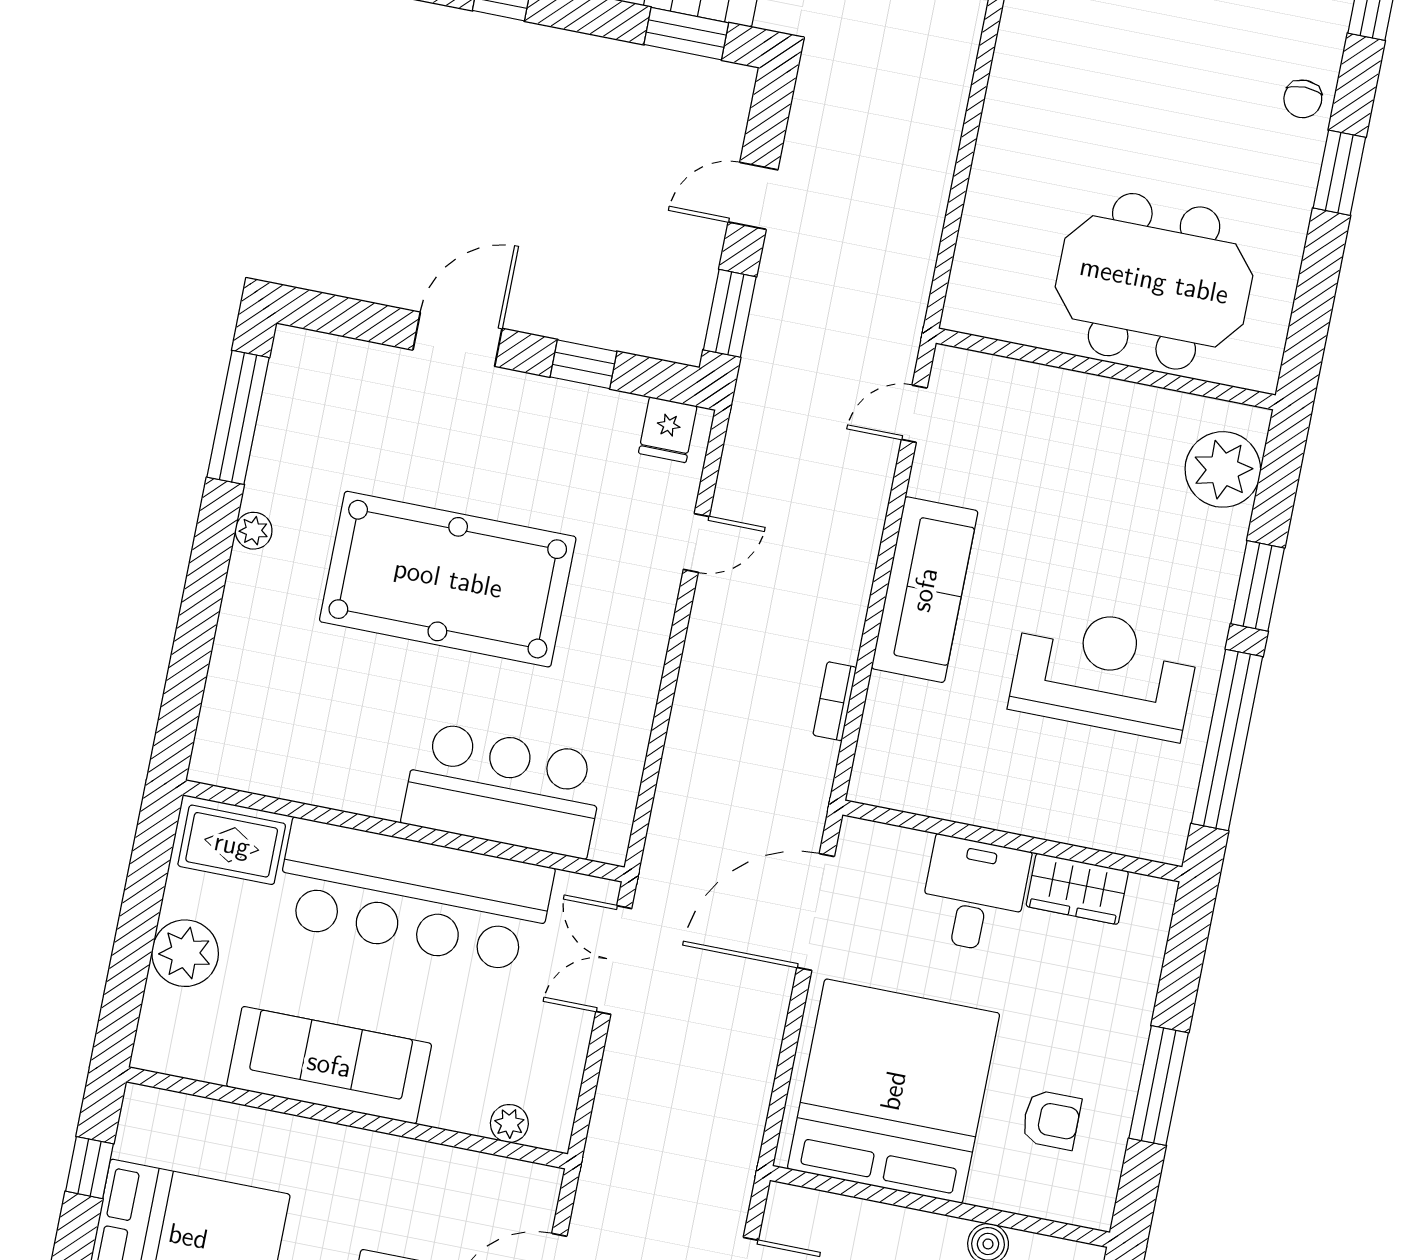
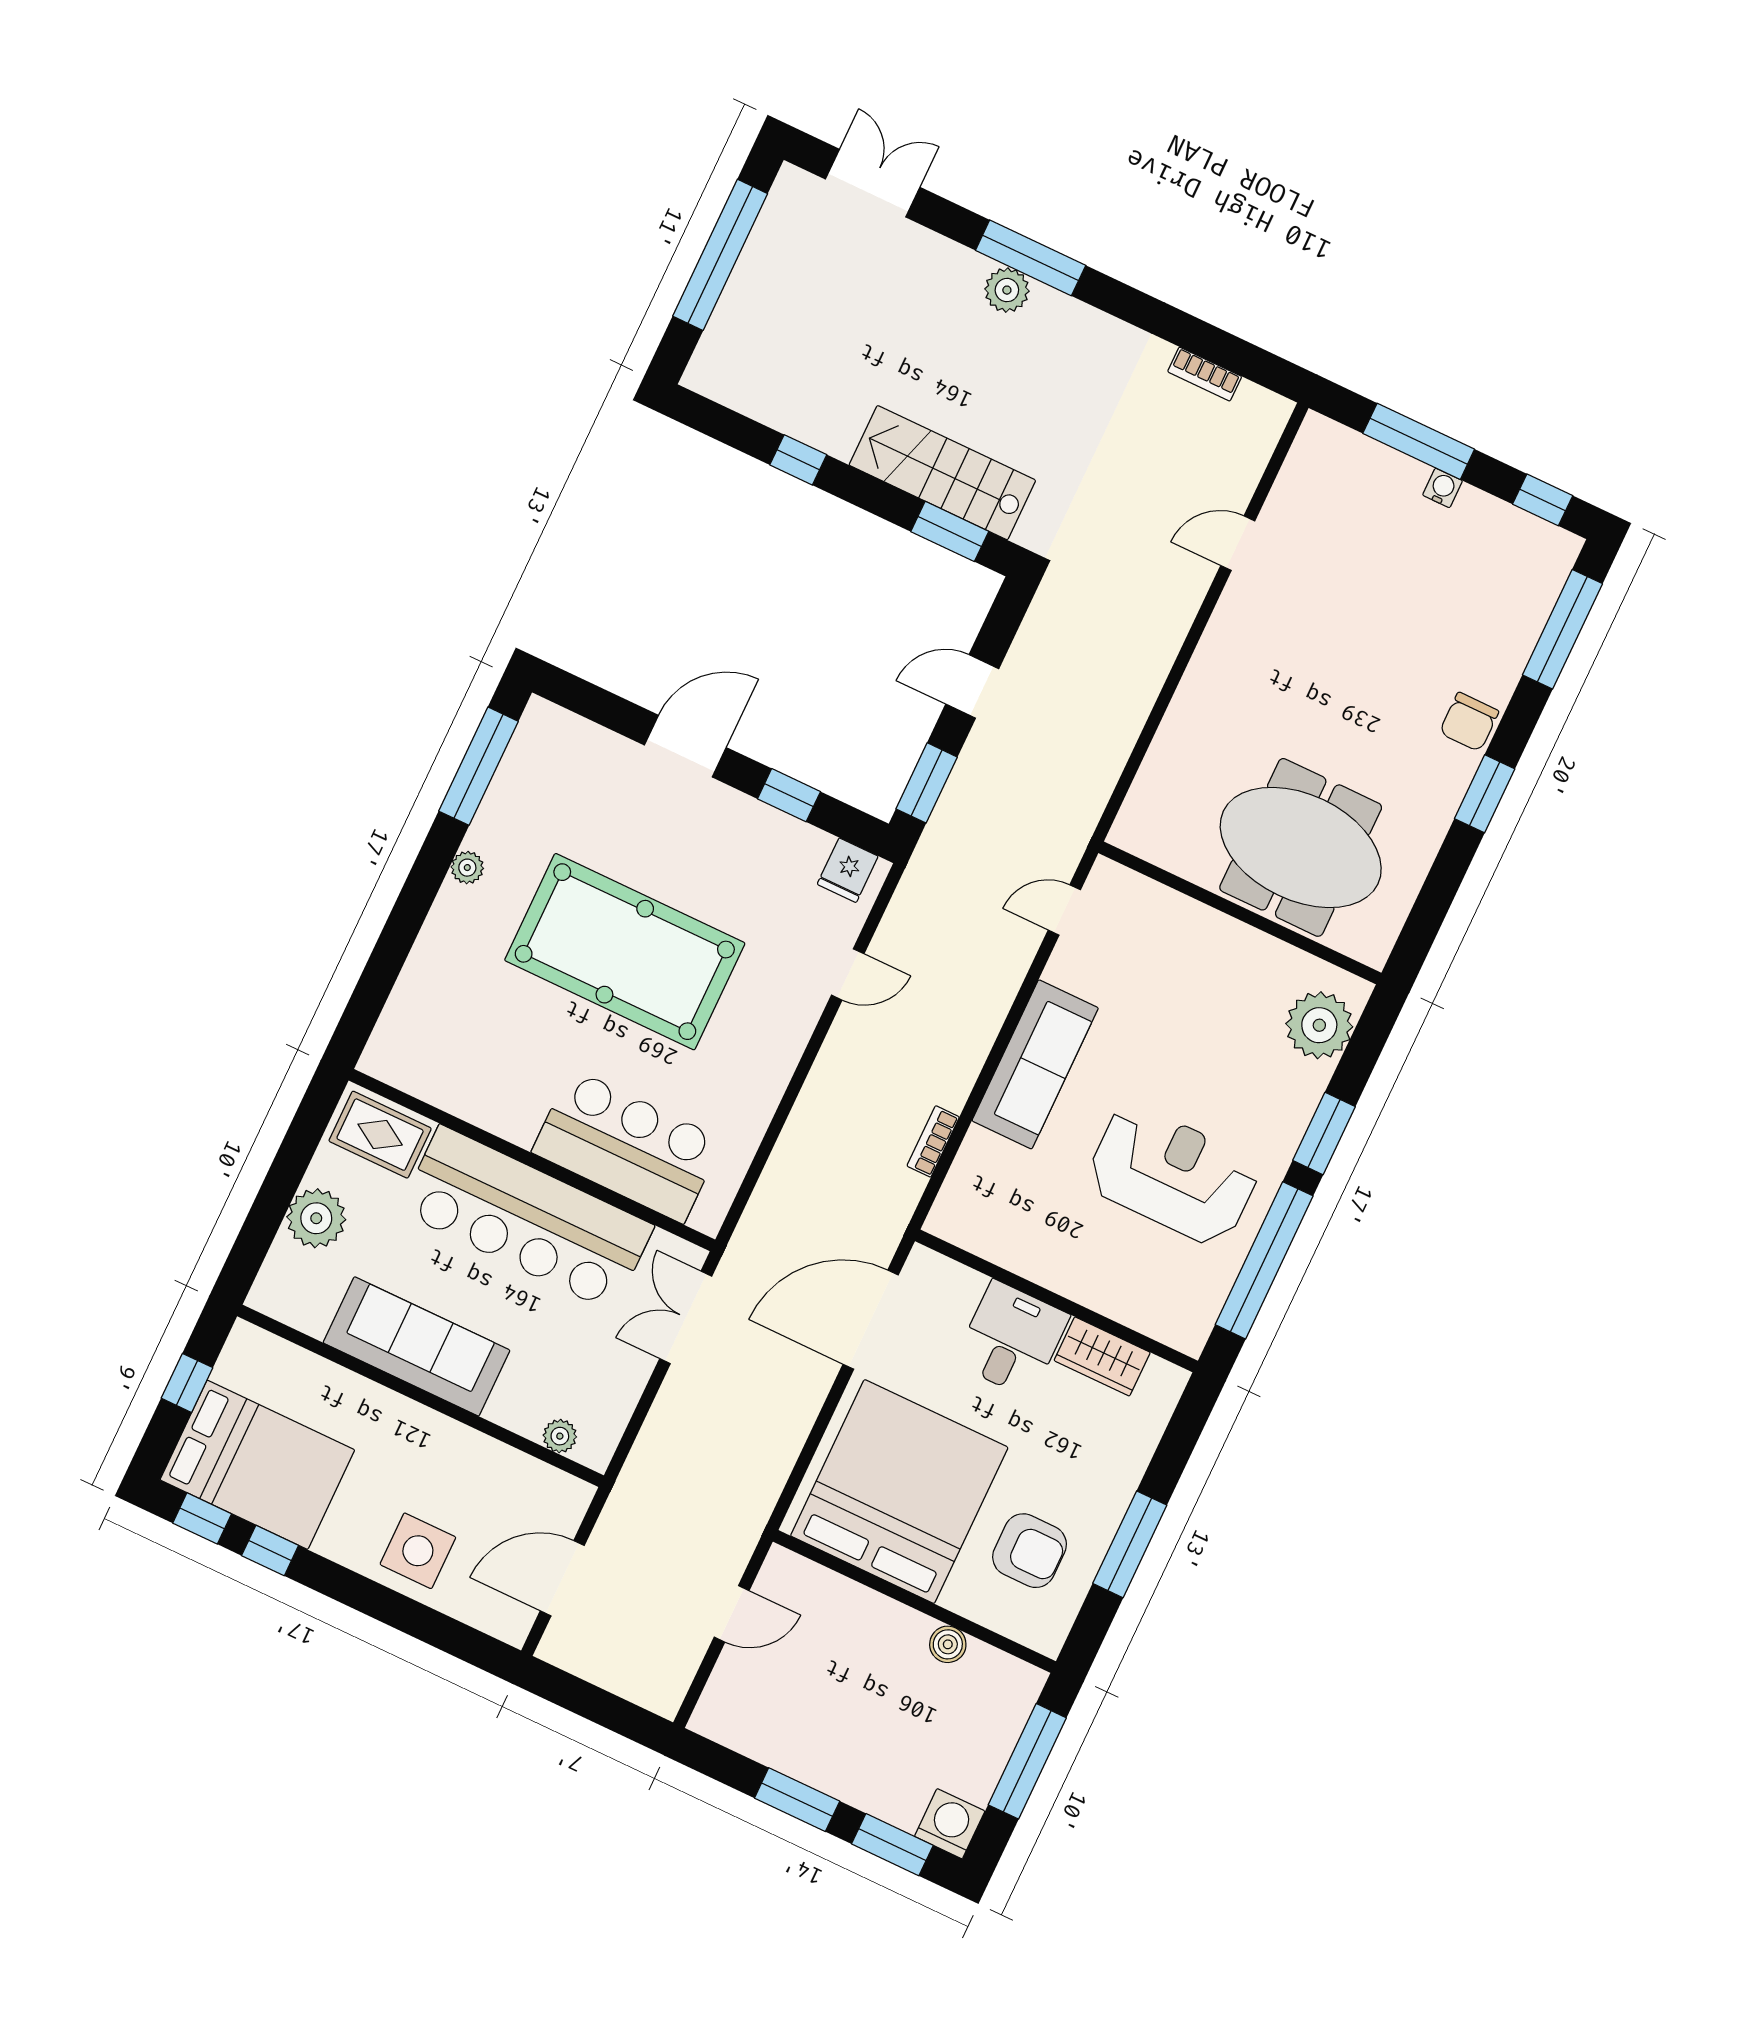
chair: (1303, 99) -> (1469, 722), width x1.37, depth x1.37
armchair: (1051, 1120) -> (1030, 1551), width x1.38, depth x1.38

